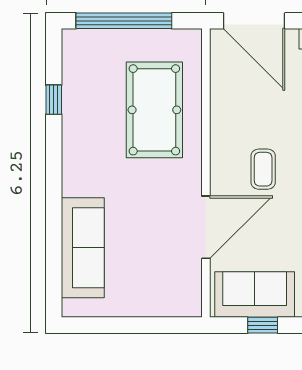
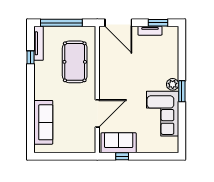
tv unit: (72, 68) -> (39, 43), added
coffee table: (263, 169) -> (122, 88), removed

